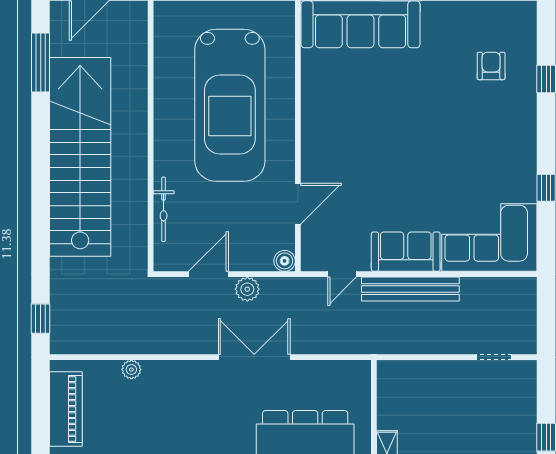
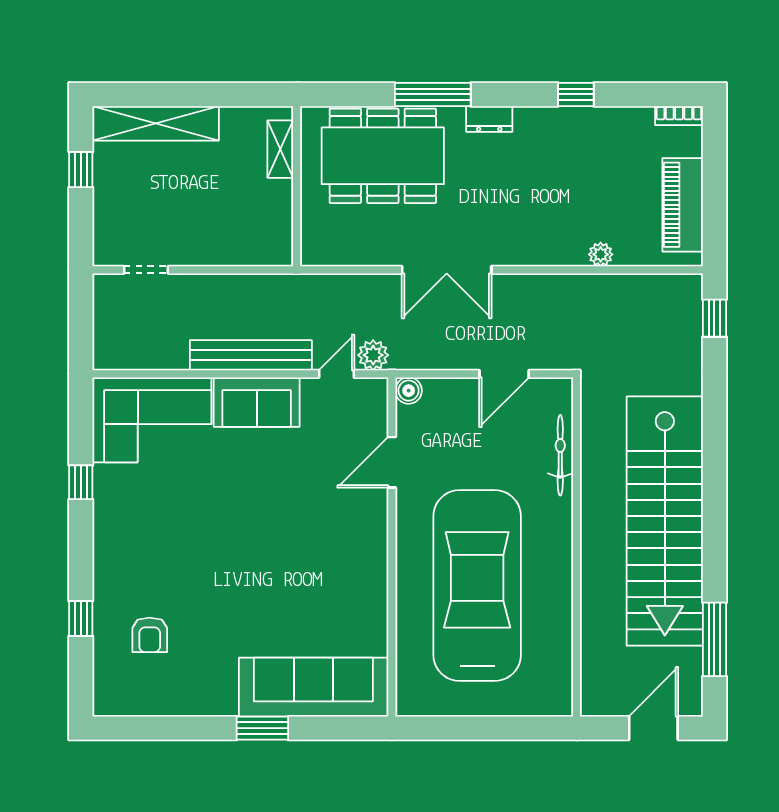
plant: (247, 289) -> (373, 355), moved

